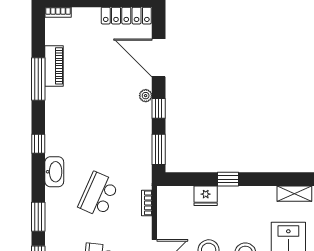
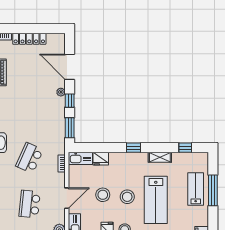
locker: (126, 16) -> (29, 39), moved
window: (228, 179) -> (133, 148), moved
kitchen sink: (175, 195) -> (80, 158), added

